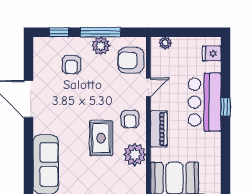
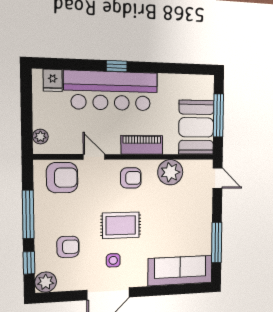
plant: (101, 46) -> (46, 282), moved
armchair: (131, 60) -> (62, 178), turned -90
bar counter: (205, 102) -> (111, 91), width x1.36
side table: (58, 104) -> (113, 260), added
rug: (101, 138) -> (121, 225), moved

